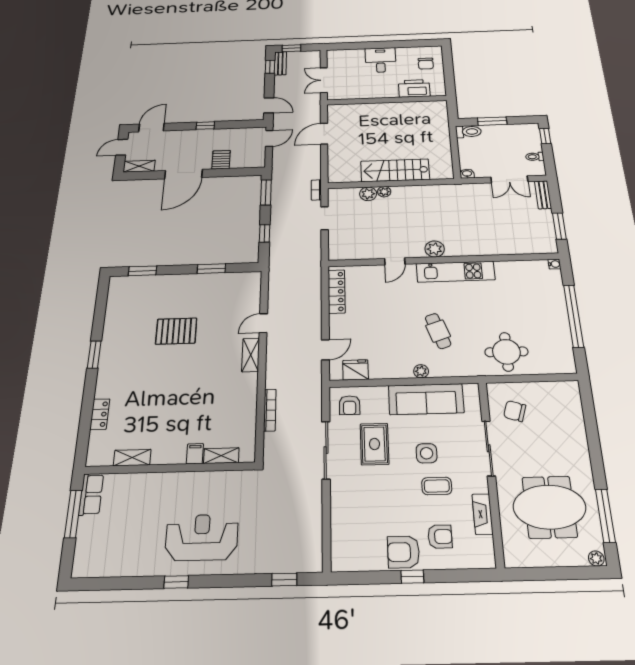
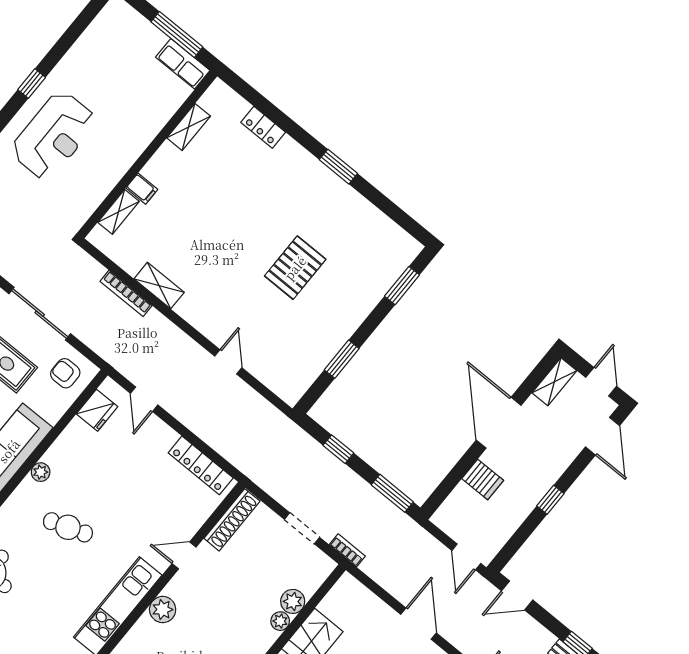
shoe rack: (352, 254) -> (232, 520), added
door: (395, 261) -> (184, 555), hinge flipped
shelving: (251, 355) -> (159, 286), moved

